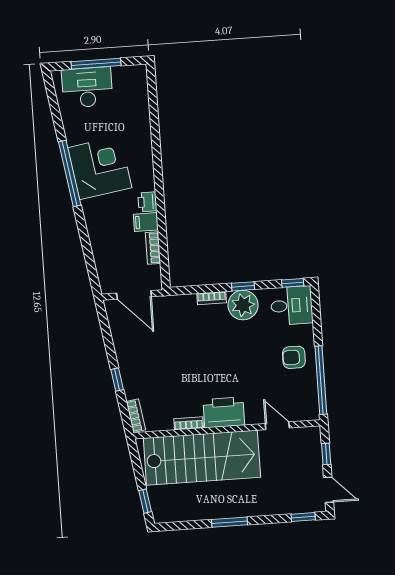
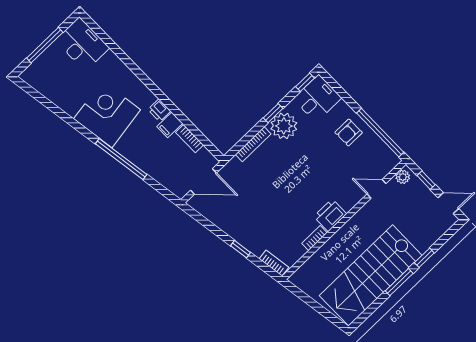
desk: (87, 87) -> (82, 44), moved, turned 90
window: (70, 173) -> (121, 159), moved
bookcase: (212, 298) -> (253, 144), width x1.56
printer: (224, 412) -> (330, 215), width x0.73, depth x0.84
plant: (308, 434) -> (403, 177), added
stairs: (202, 458) -> (371, 275), moved, turned 180
window: (145, 501) -> (329, 316), removed
window: (303, 517) -> (424, 258), moved

